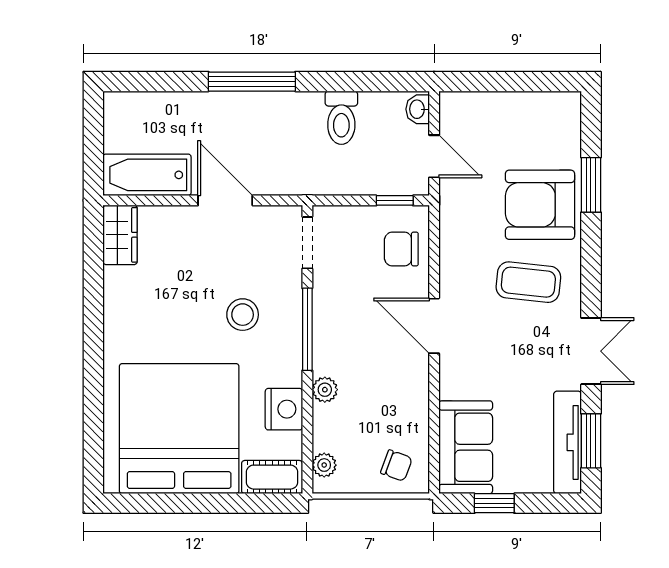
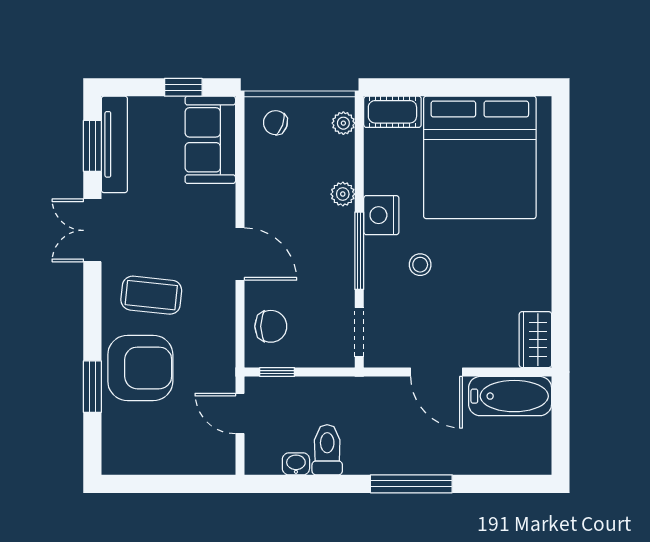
washbasin: (418, 109) -> (296, 464), moved, turned -90
stool: (243, 315) -> (420, 265), width x0.73, depth x0.73
nightstand: (284, 409) -> (381, 215), moved

